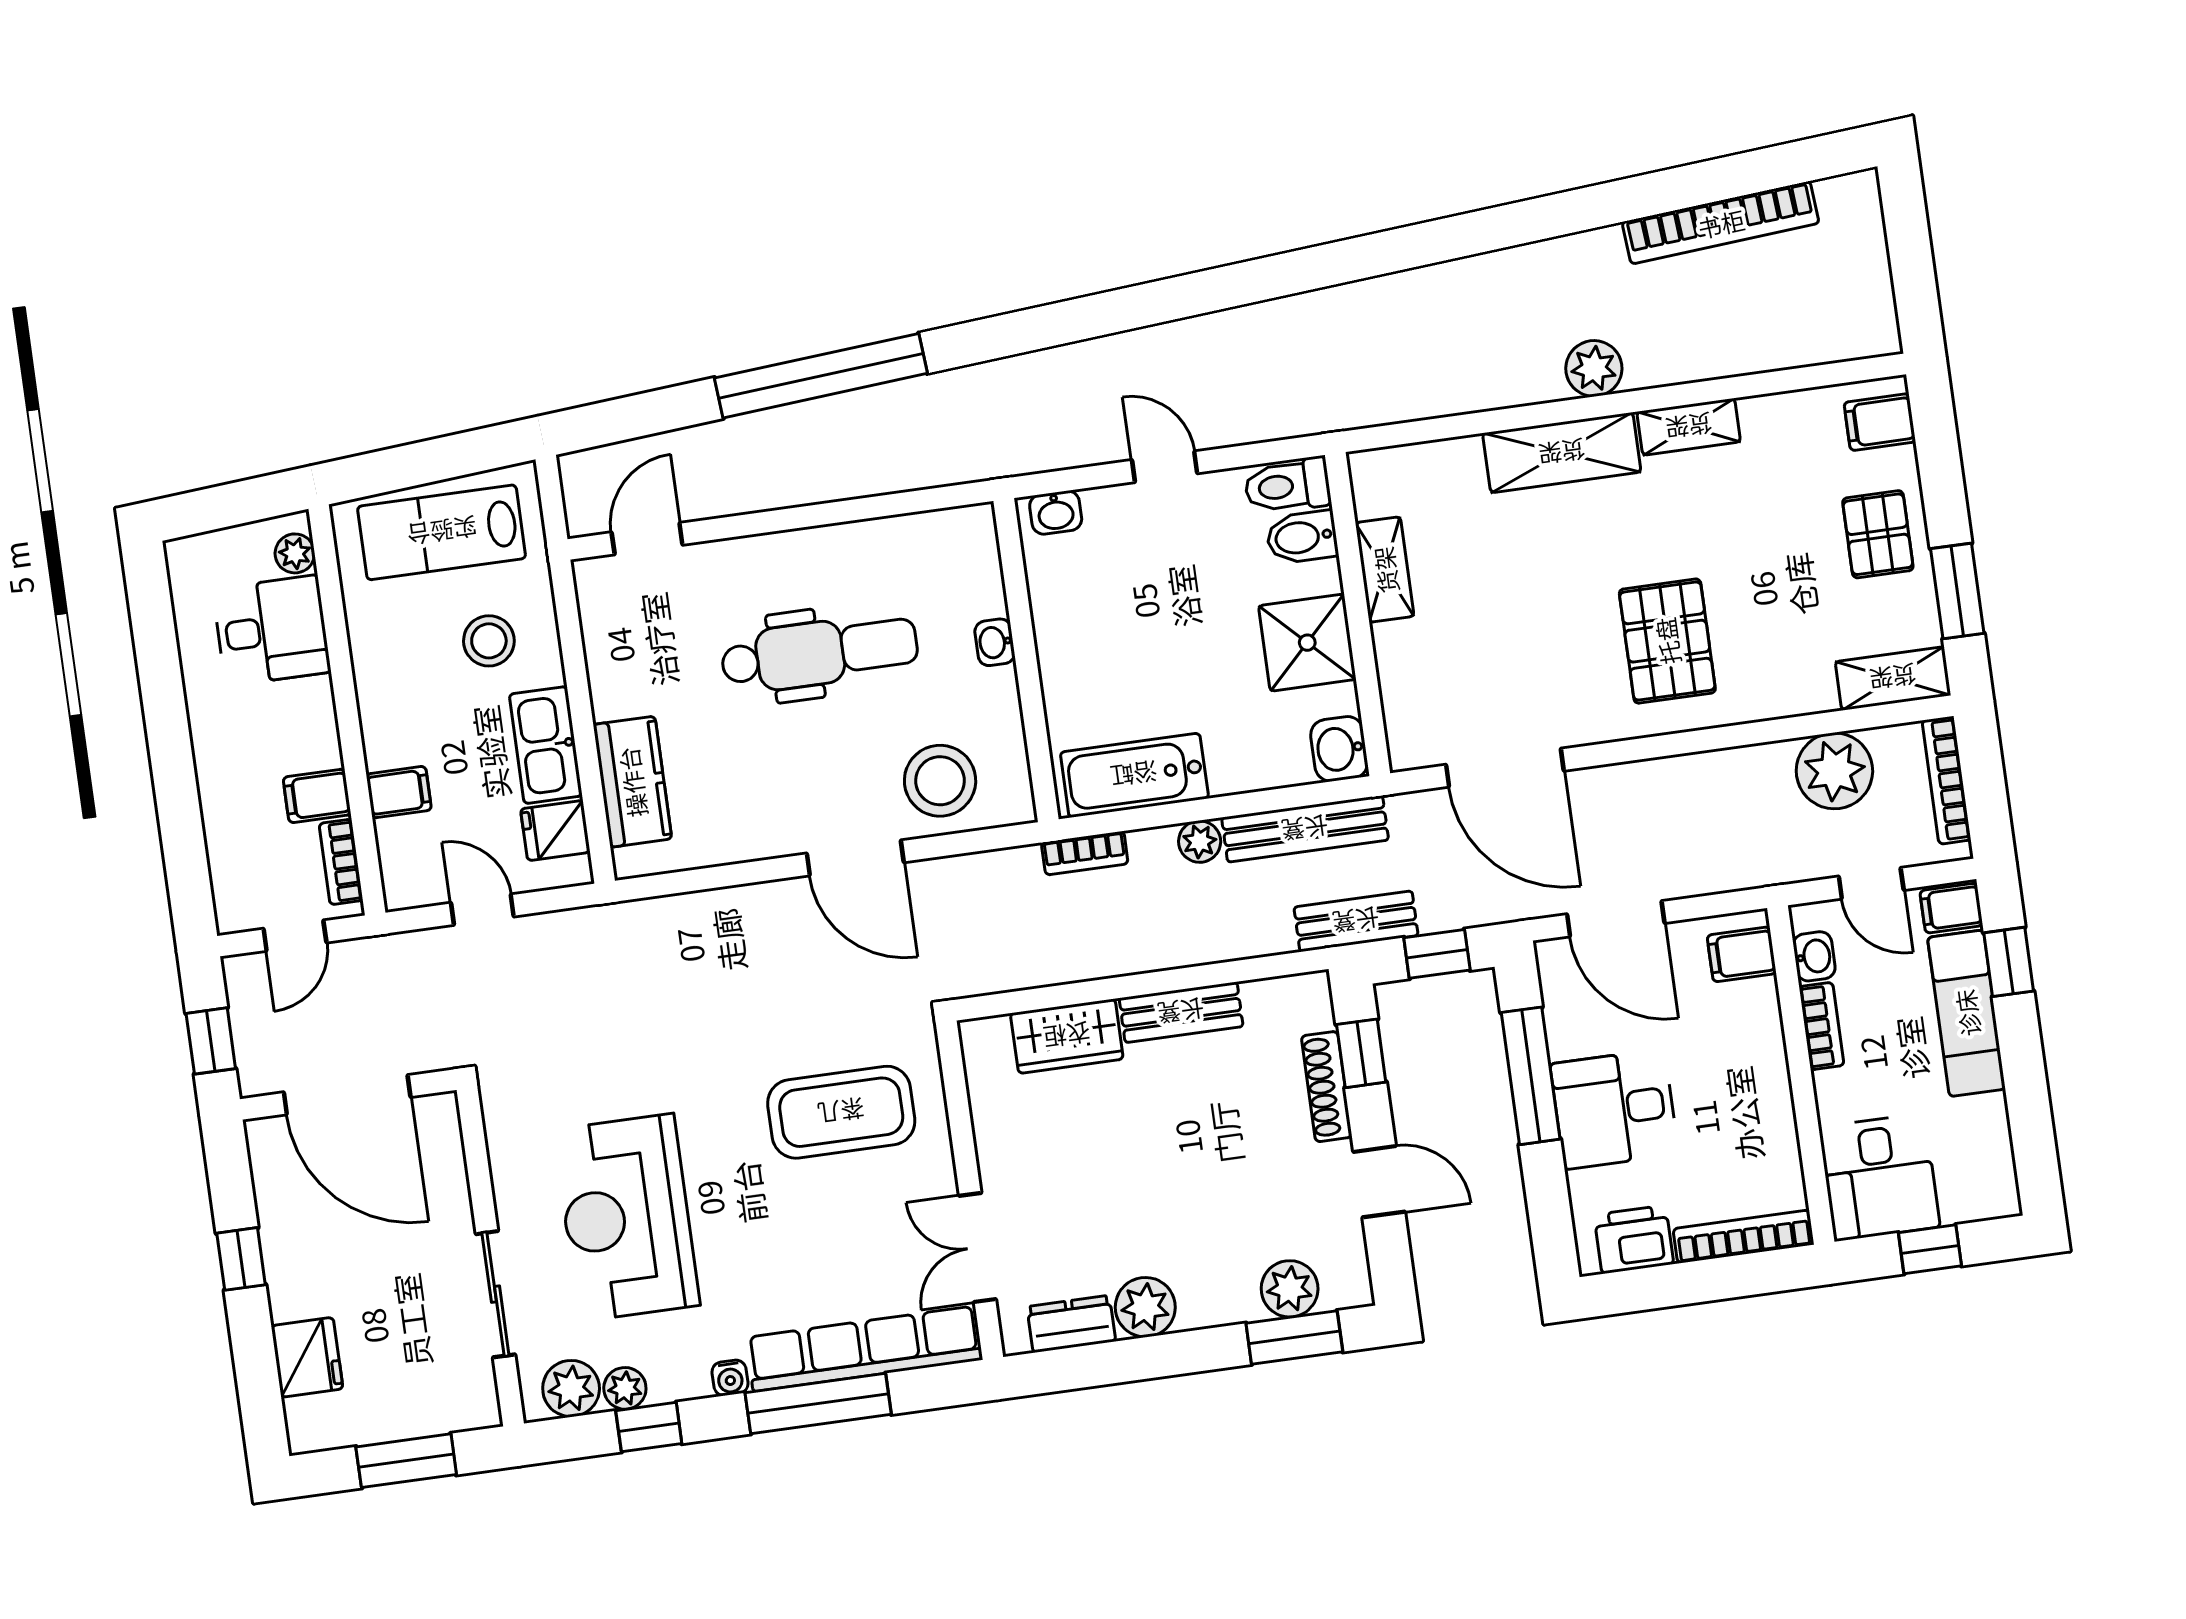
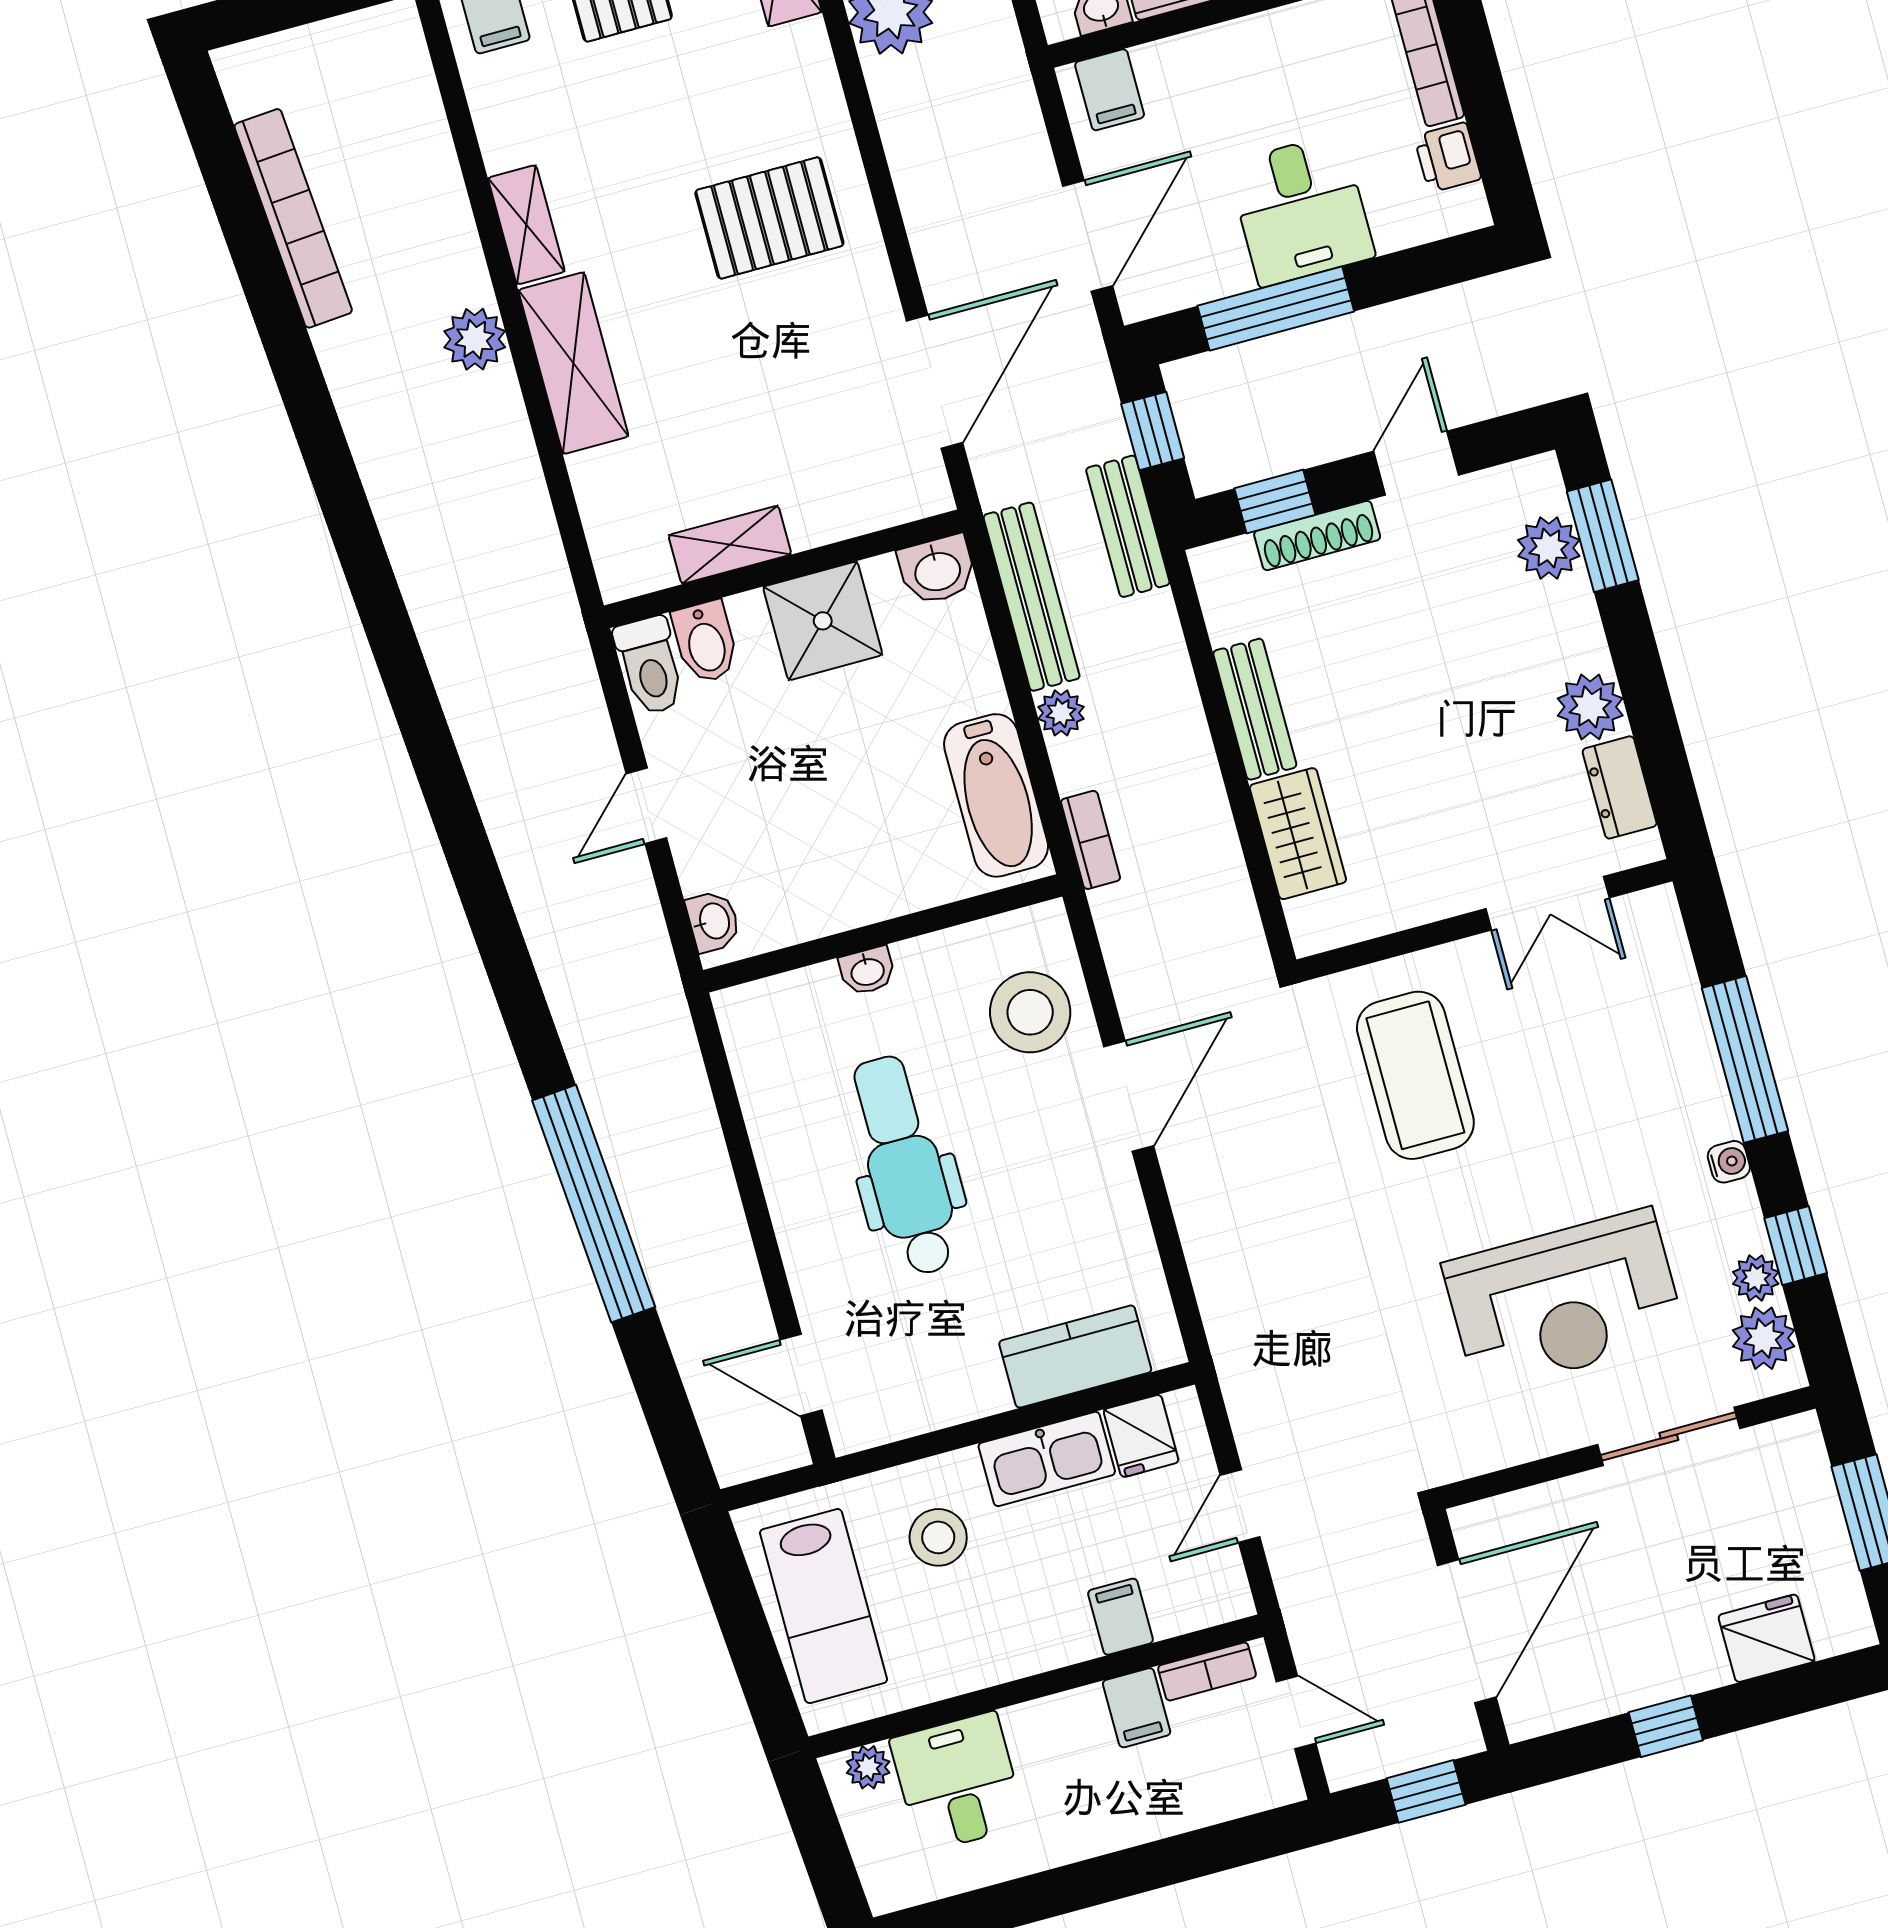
printer: (1634, 1239) -> (1448, 157), width x0.73, depth x0.81
row of seats: (864, 1349) -> (1677, 1016), removed

